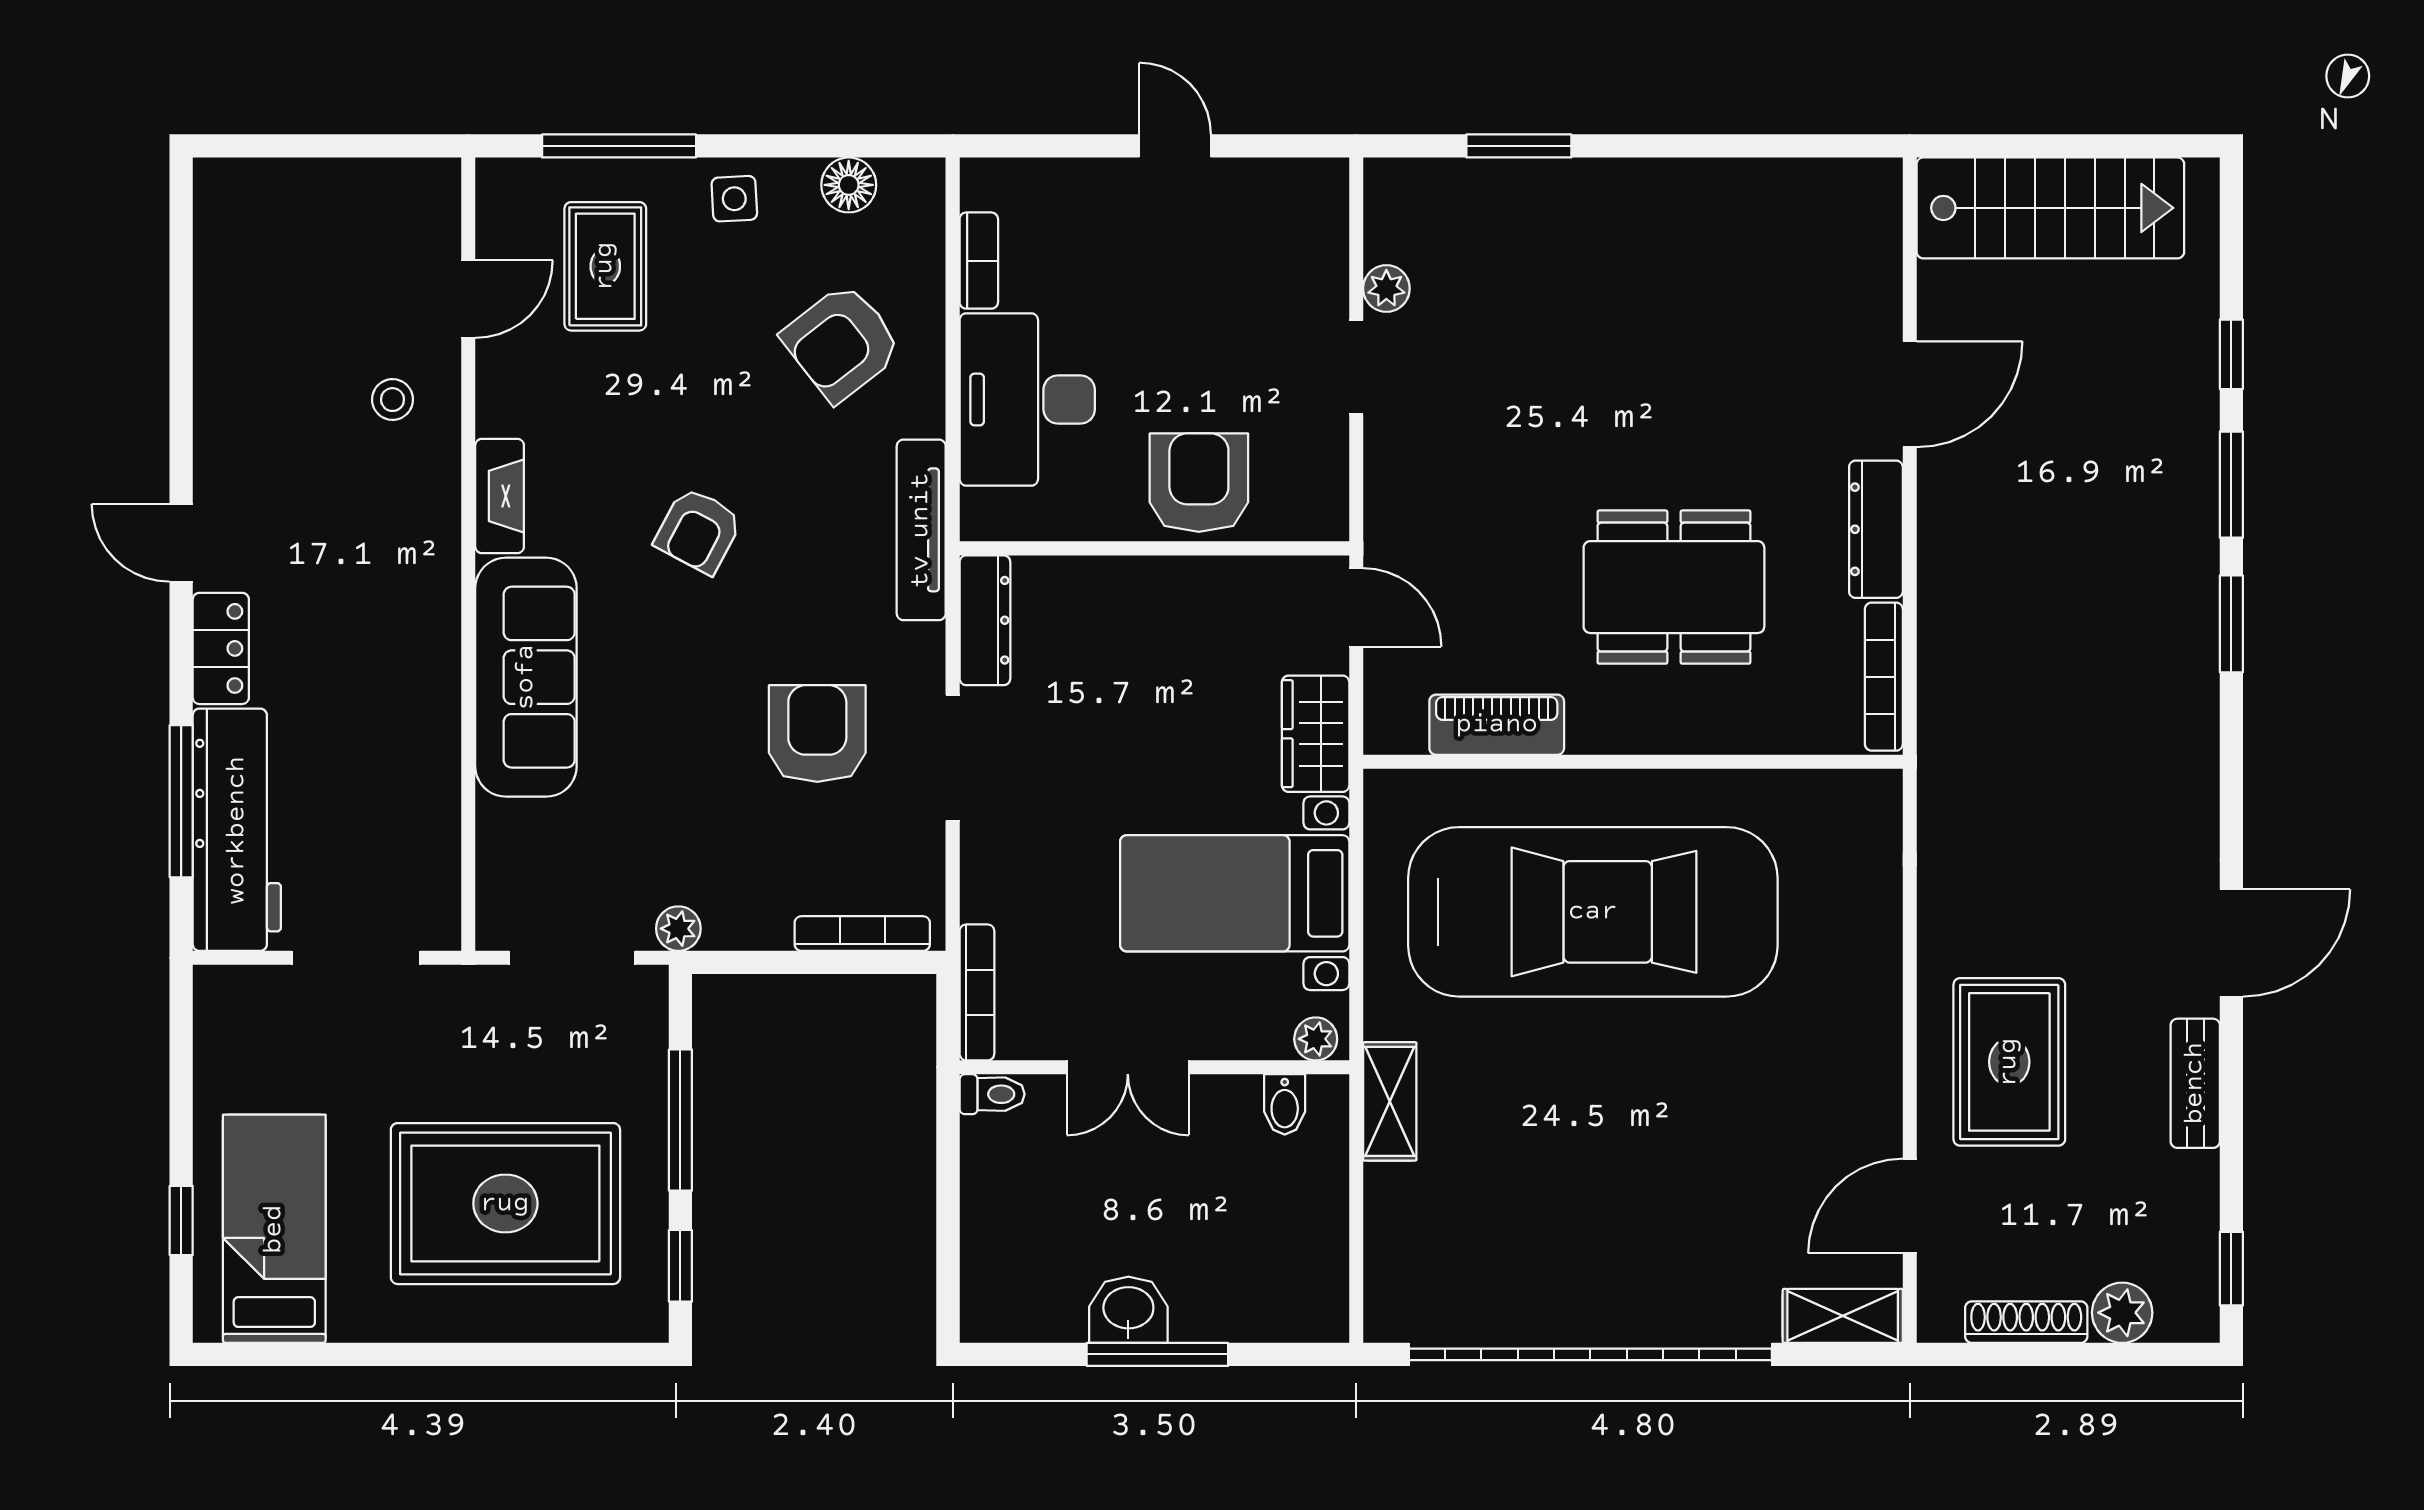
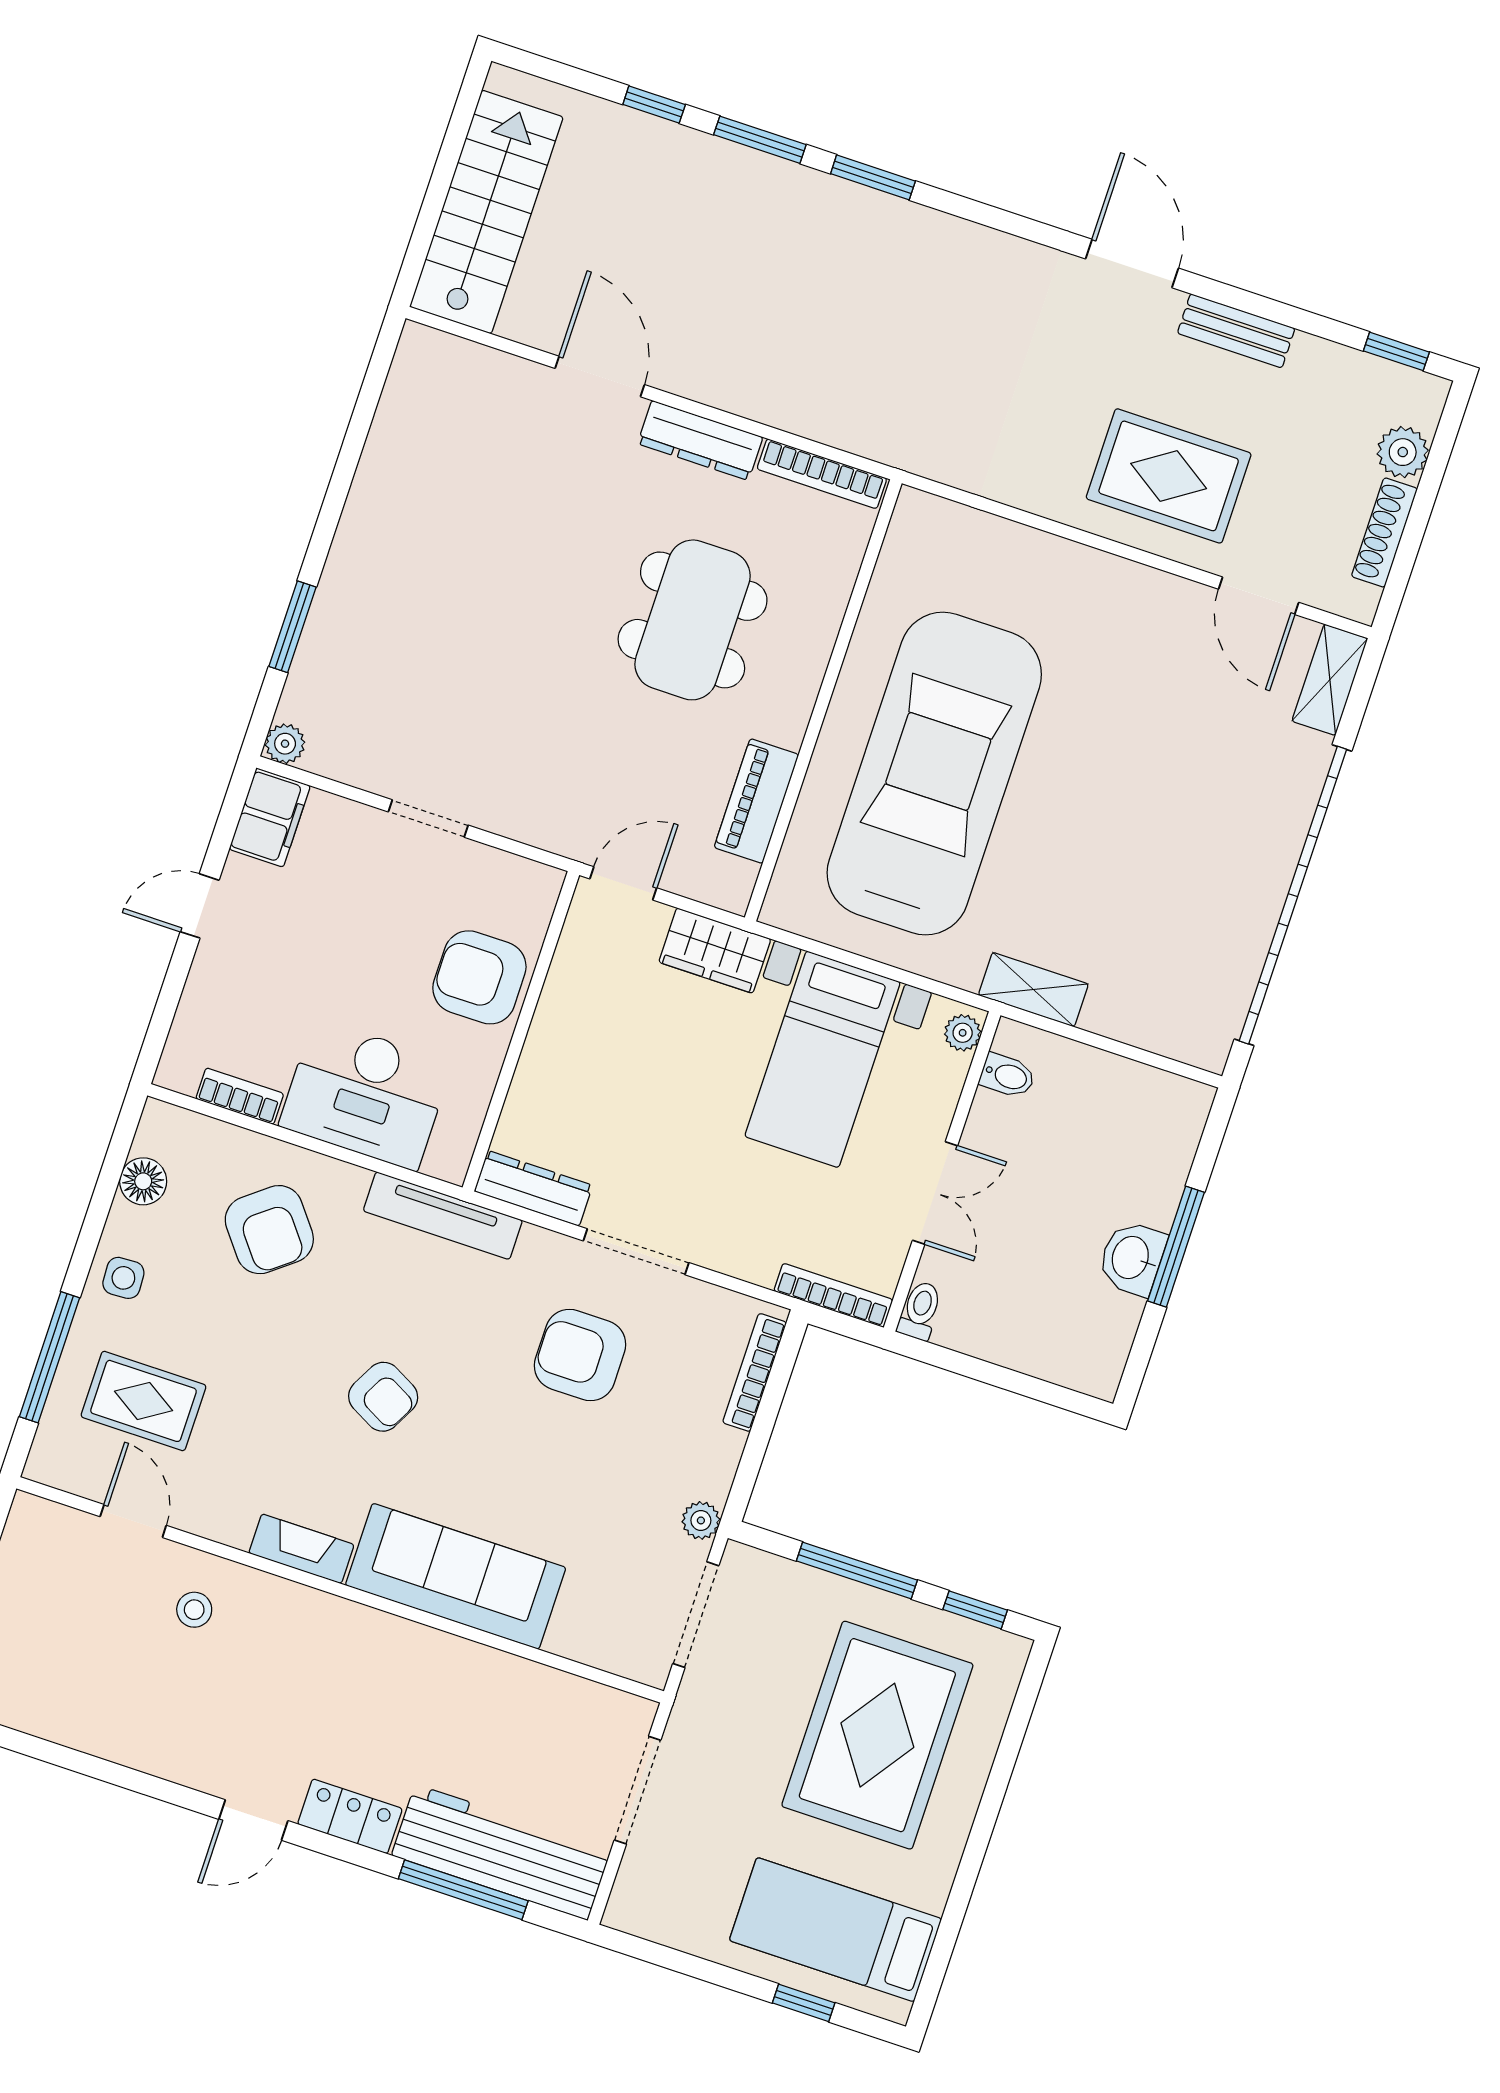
filing cabinet: (1299, 191) -> (270, 817), added
plant: (1386, 288) -> (285, 744), moved

